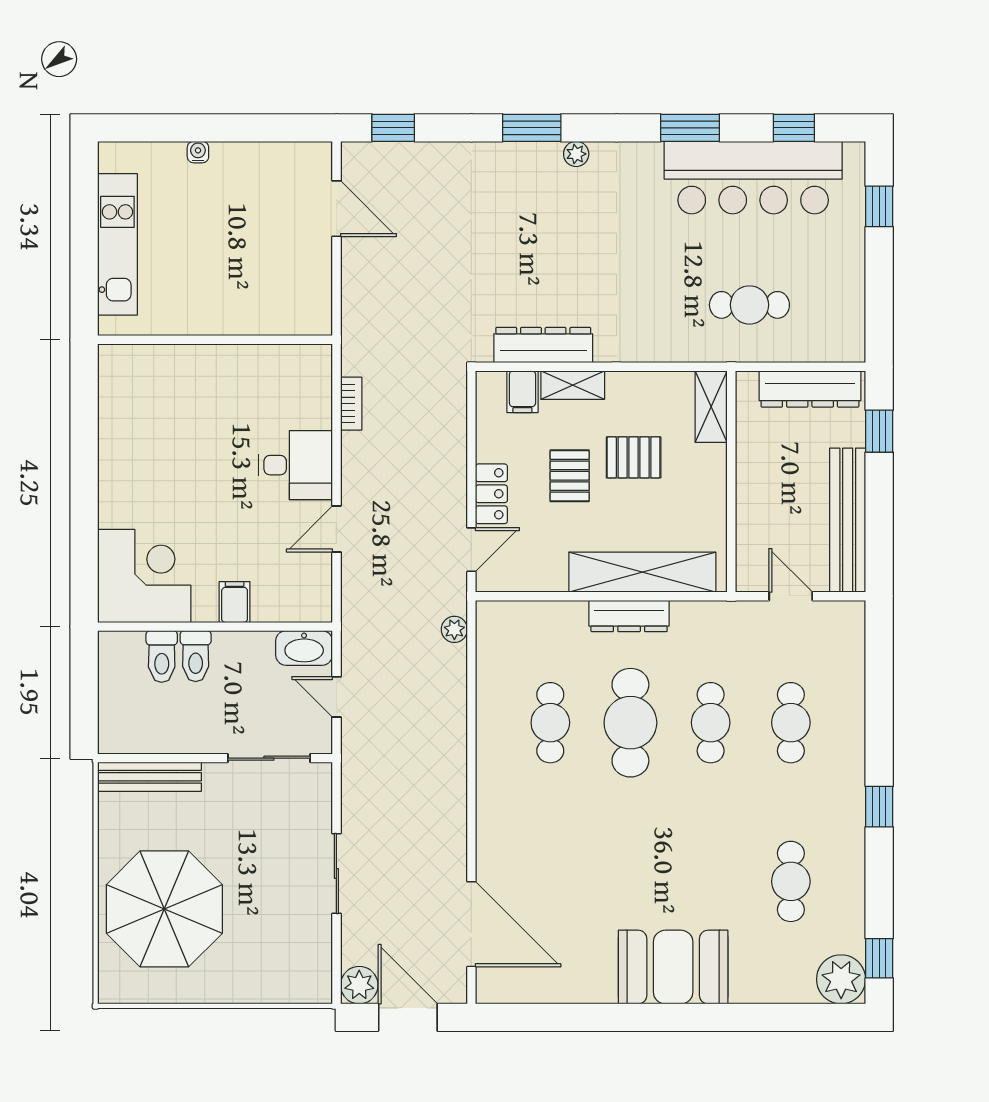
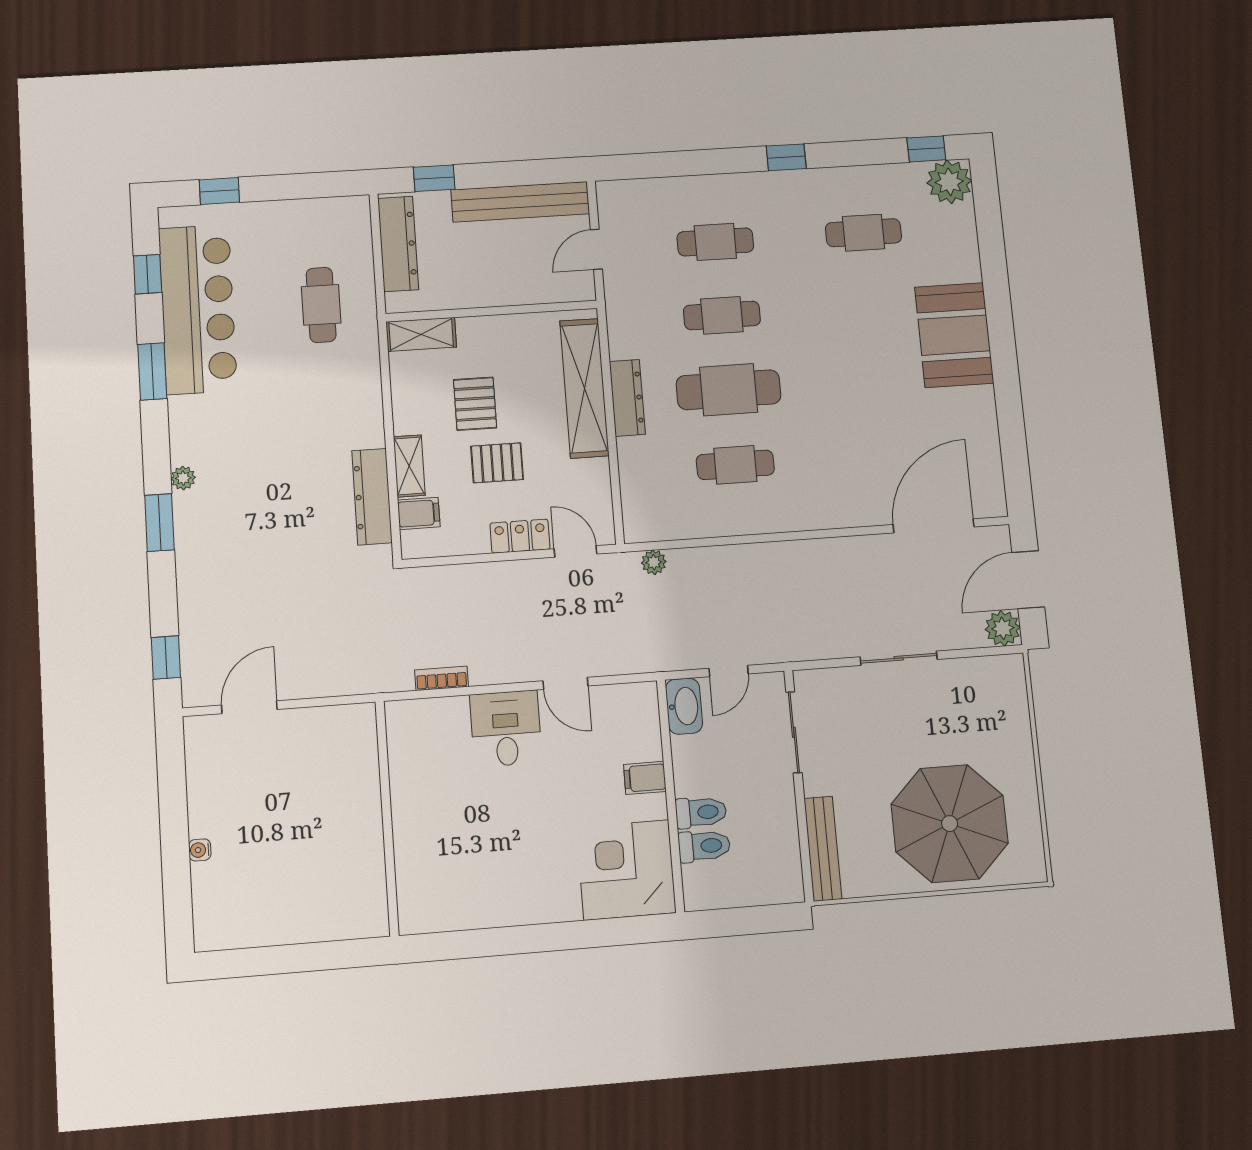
kitchen unit: (117, 244) -> (297, 924), removed

